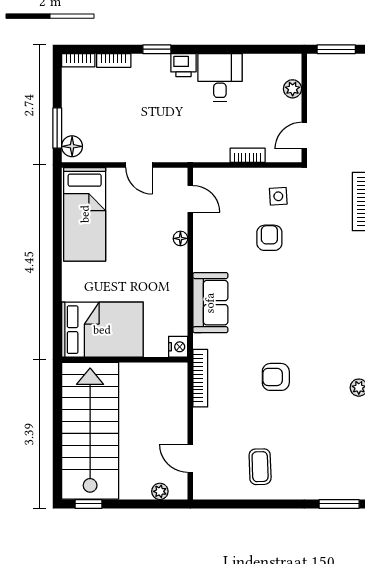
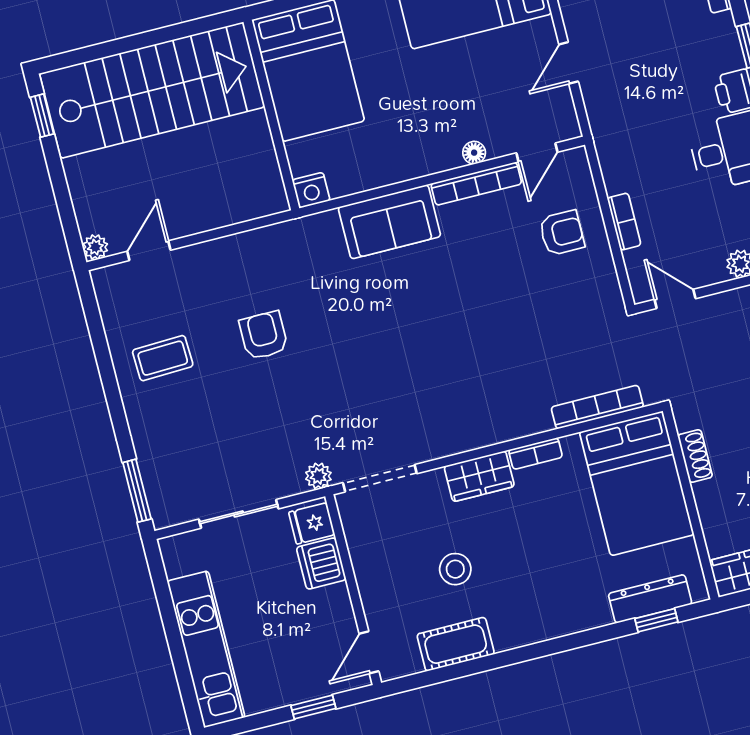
side table: (278, 196) -> (574, 283), removed
armchair: (269, 238) -> (562, 233), moved
armchair: (276, 377) -> (264, 335), moved
bookcase: (200, 378) -> (476, 184), moved
plant: (160, 491) -> (95, 247), moved

